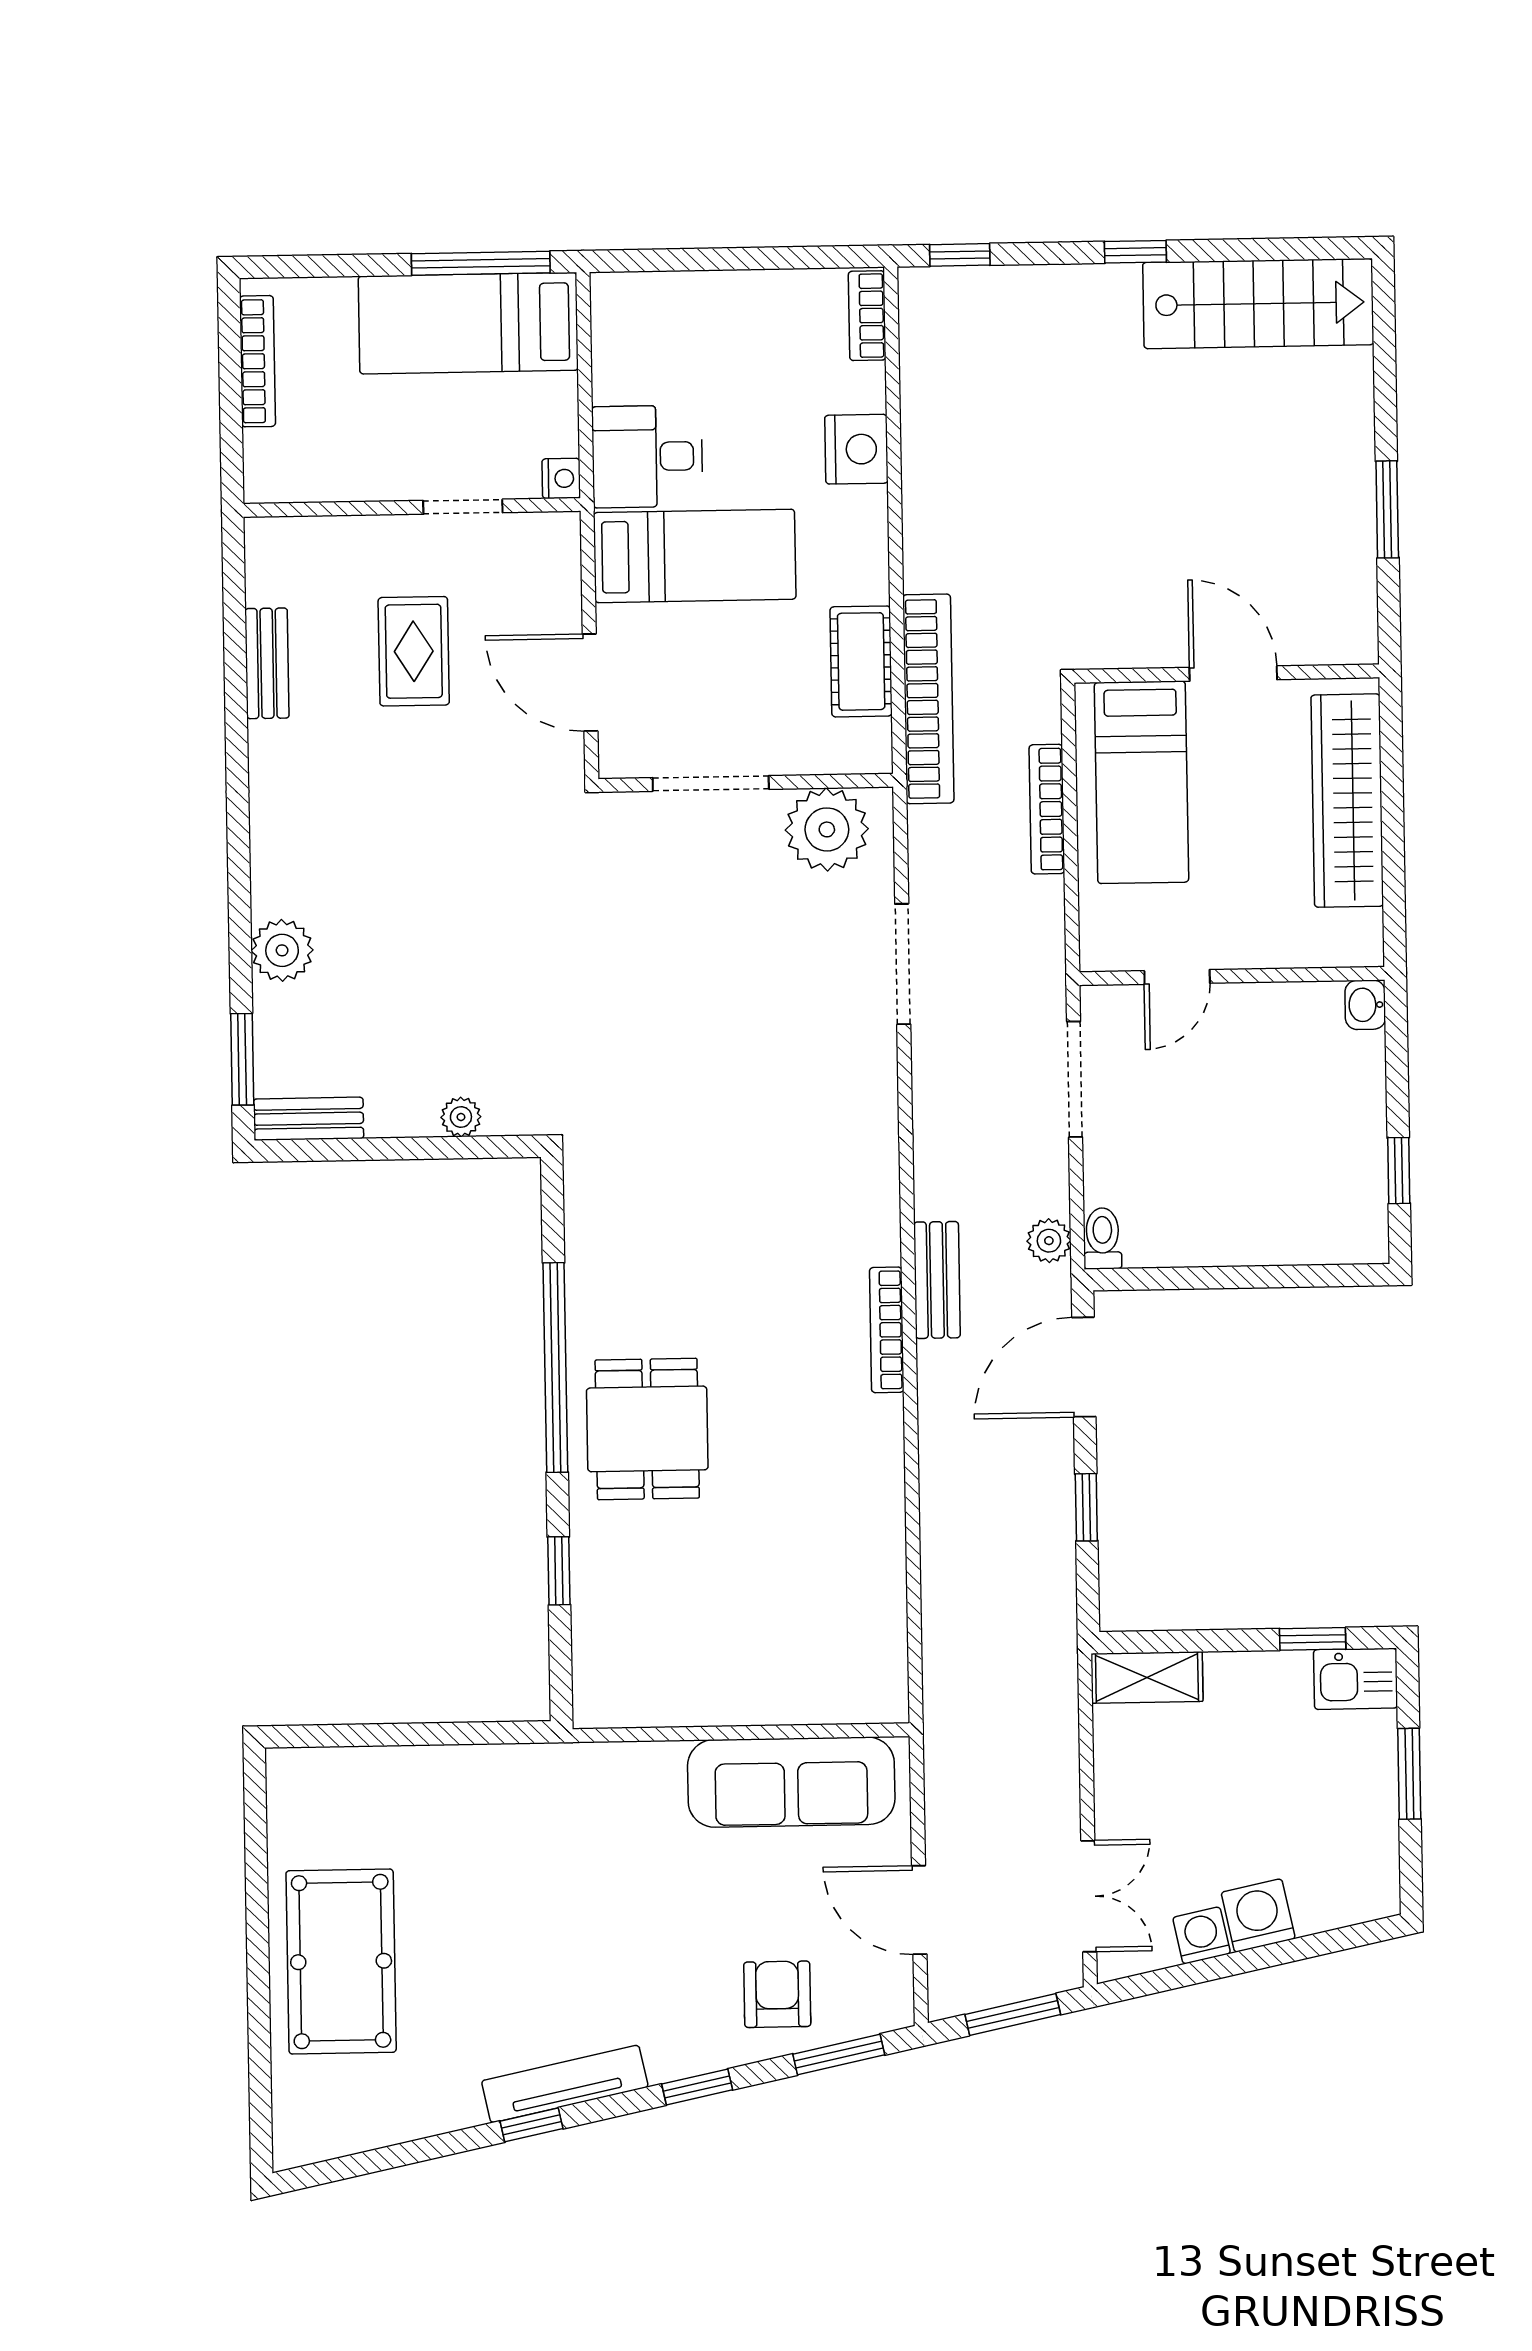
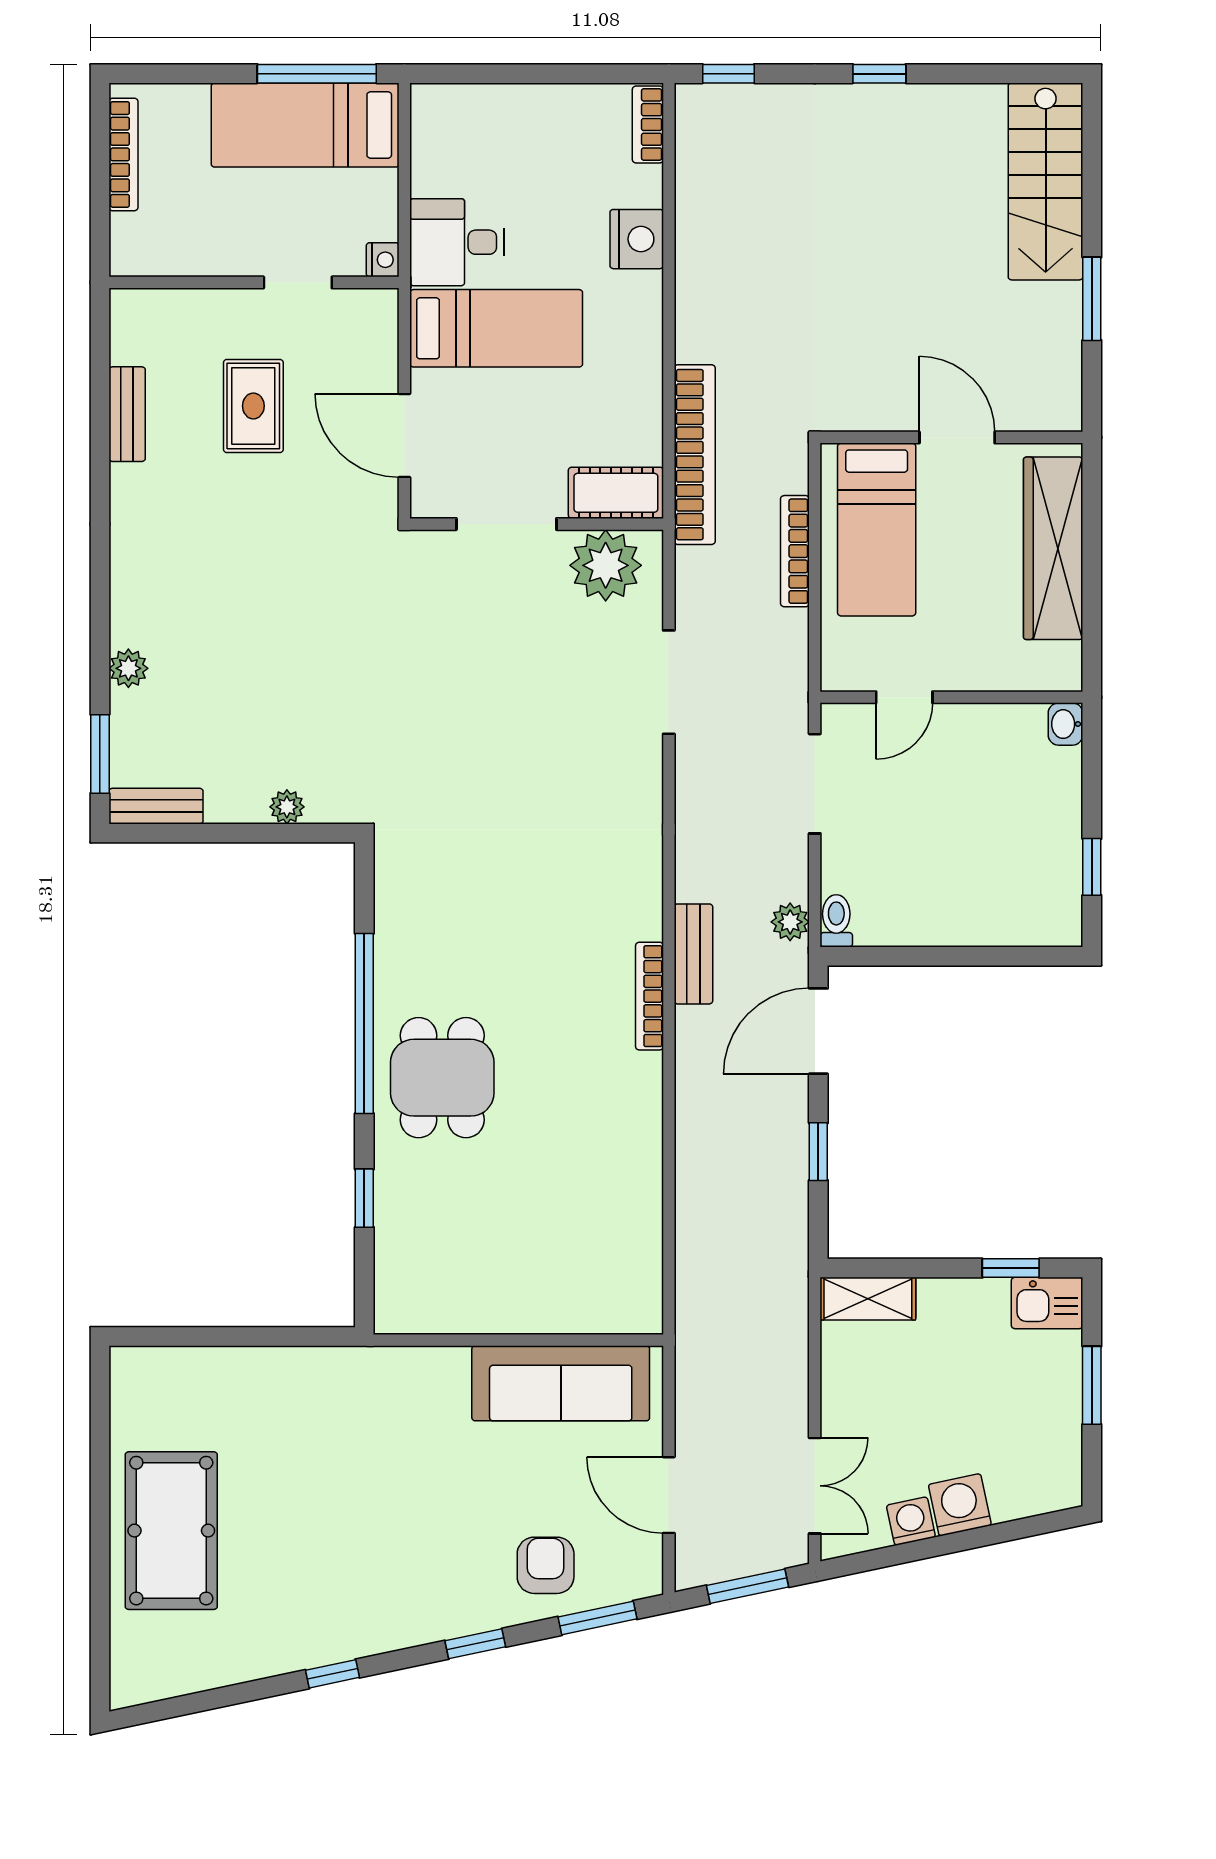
stairs: (1258, 304) -> (1046, 181), moved, turned 90
cot: (861, 661) -> (616, 493), moved, turned 90
plant: (282, 950) -> (128, 668), width x0.73, depth x0.73
tv unit: (565, 2084) -> (362, 1639), removed

